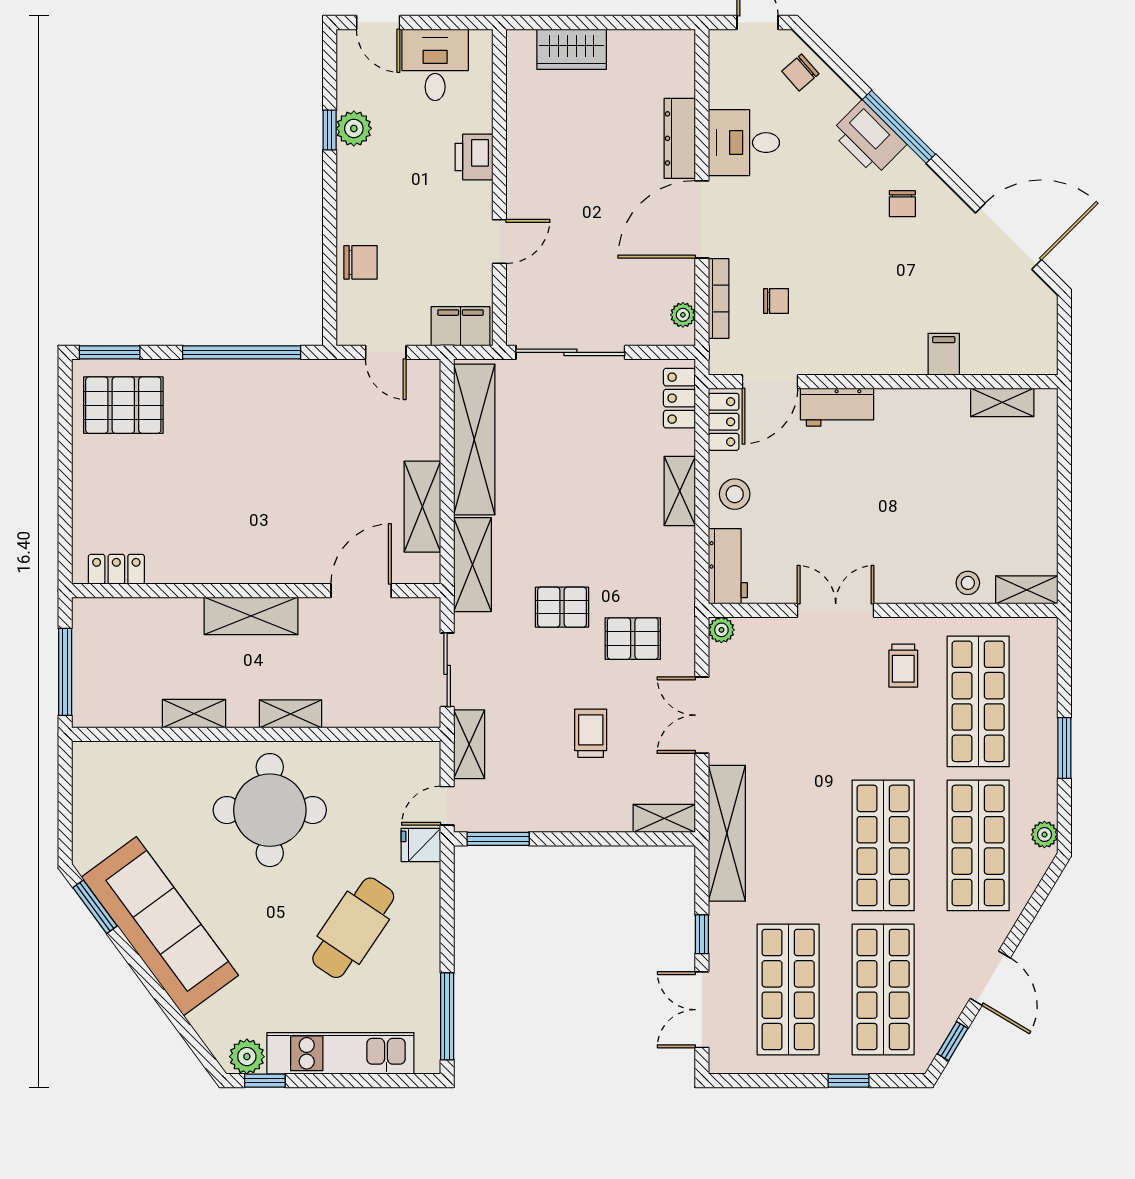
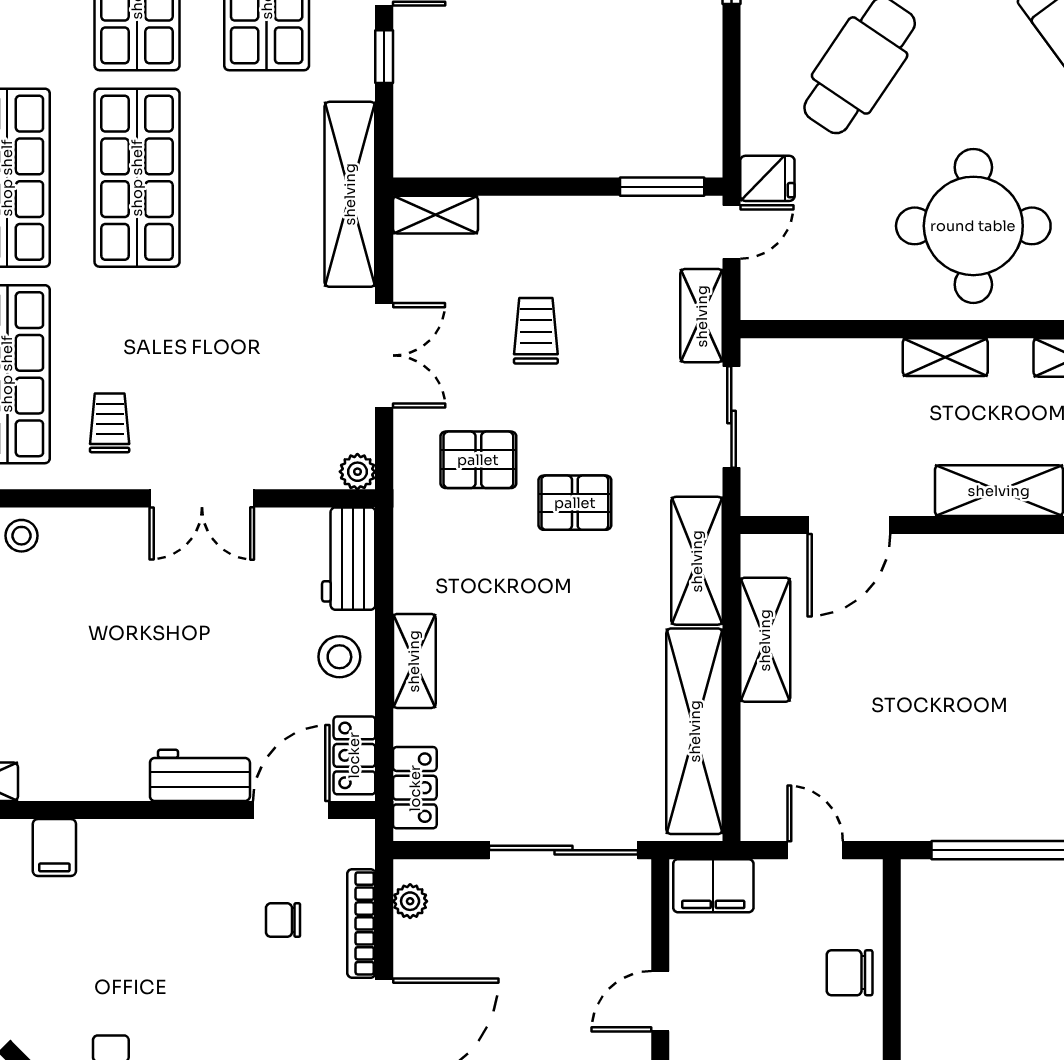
trolley: (591, 733) -> (536, 331), turned 180

